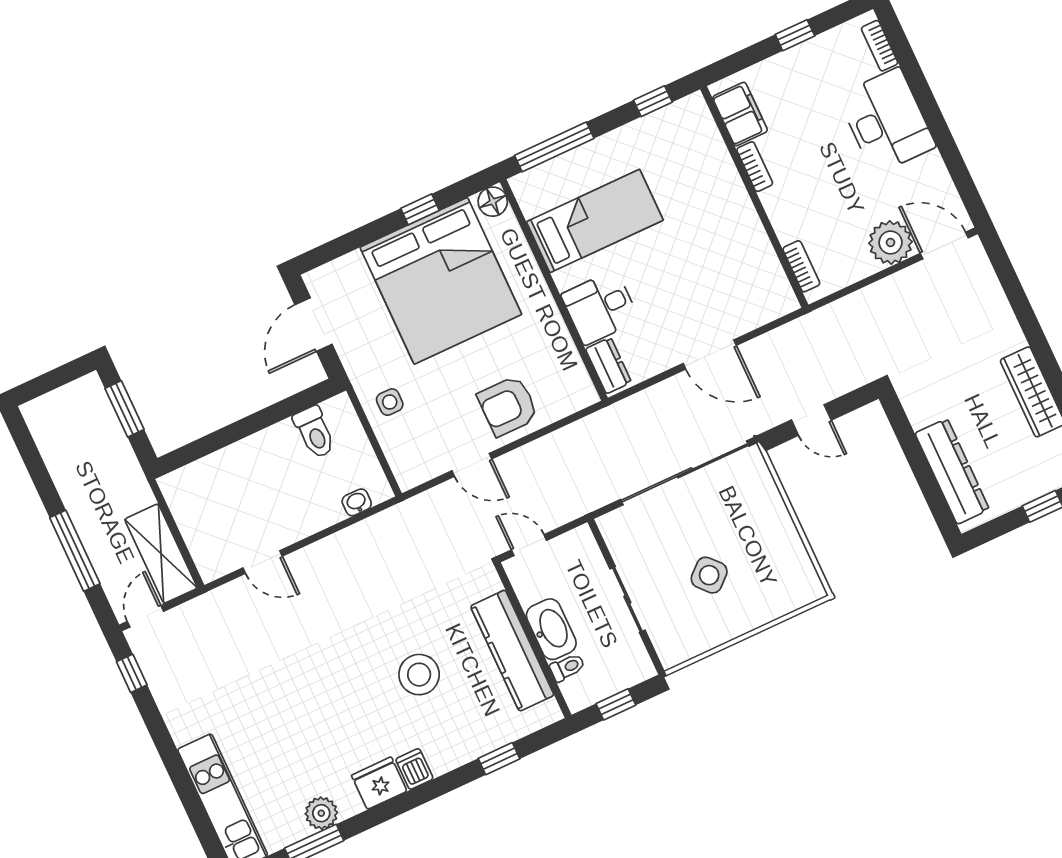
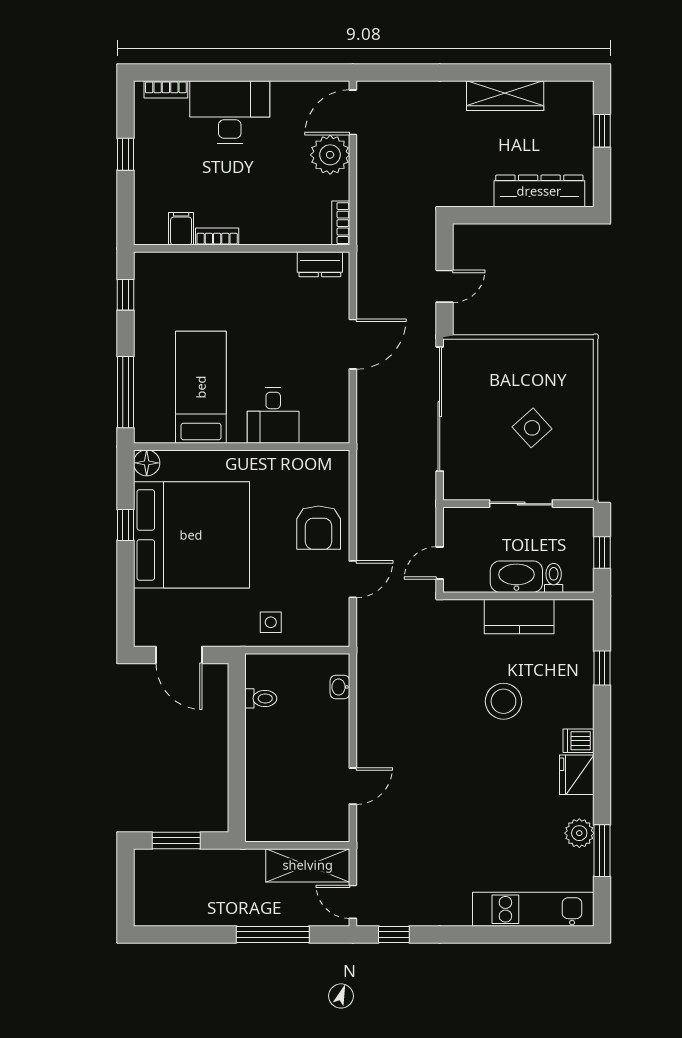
filing cabinet: (740, 114) -> (181, 229), width x0.50
bookcase: (801, 266) -> (341, 223), moved, turned -90
dresser: (608, 366) -> (320, 264), moved, turned 180
toilet: (314, 432) -> (261, 698), width x0.73, depth x0.72
kitchen counter: (512, 651) -> (519, 616), width x0.67

